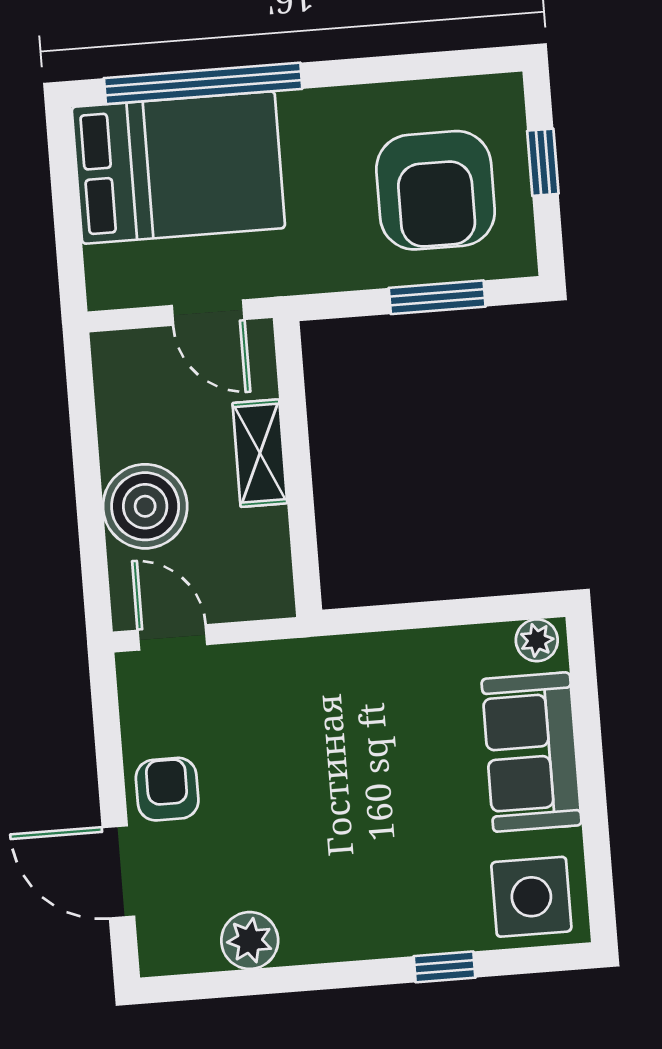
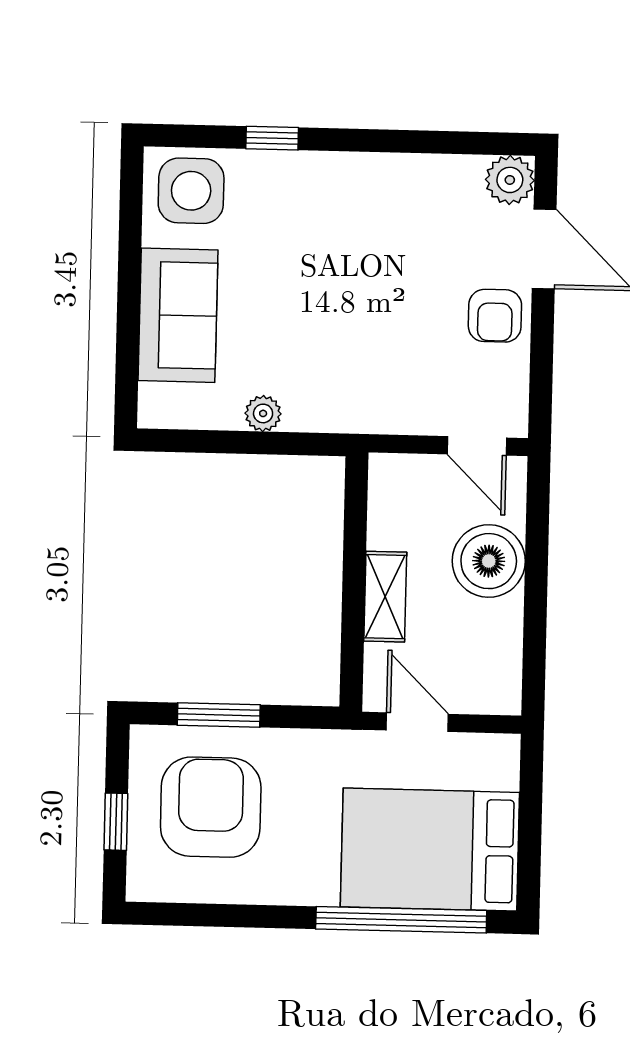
plant: (537, 640) -> (263, 413), moved
plant: (250, 940) -> (510, 180), moved

